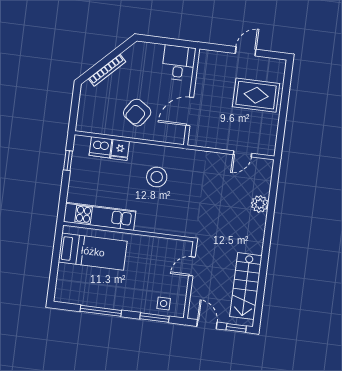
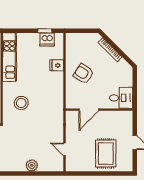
door: (190, 111) -> (89, 110), swing flipped
dishwasher: (101, 147) -> (47, 39), moved, turned -90
stool: (157, 177) -> (21, 103), moved

